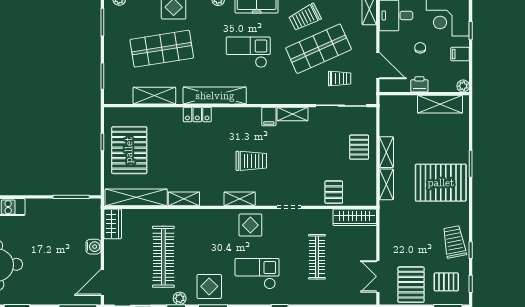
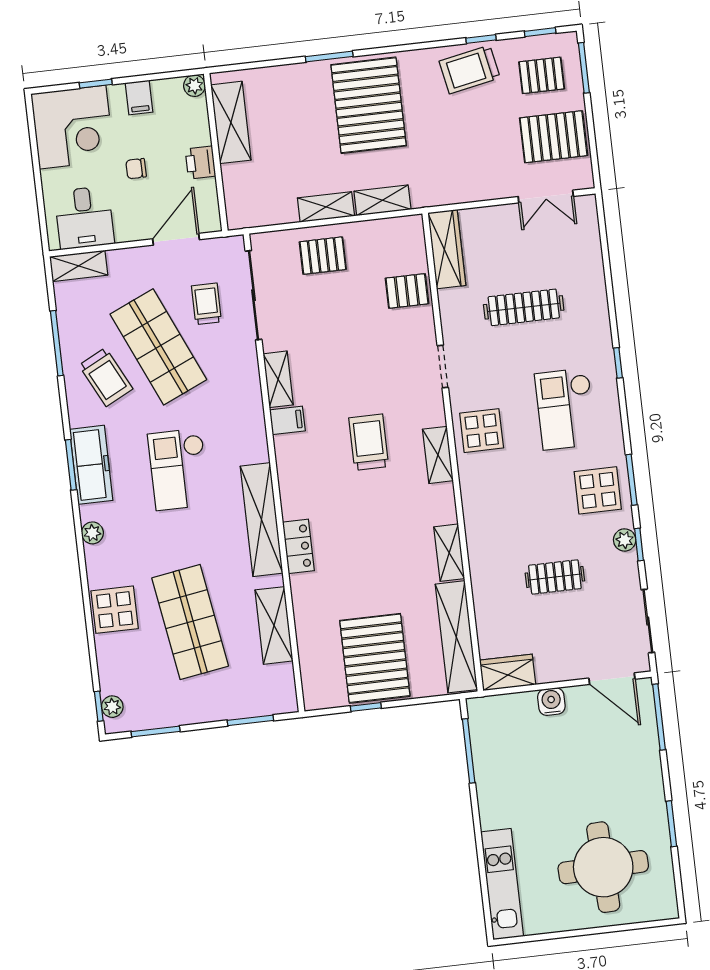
pallet: (129, 150) -> (375, 658), turned 90
clothes rail: (163, 257) -> (555, 577), width x0.54, depth x0.76
pallet: (446, 282) -> (542, 75), turned 90

